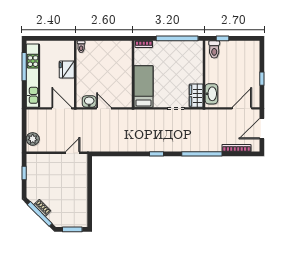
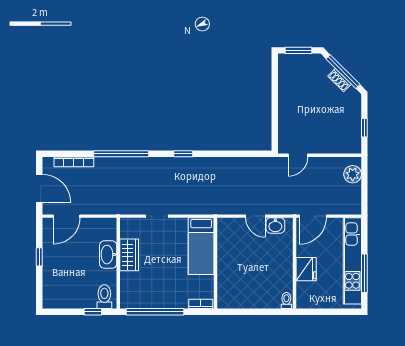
washbasin: (211, 94) -> (108, 255), moved
wardrobe: (196, 96) -> (129, 255), moved
door: (62, 108) -> (313, 216), hinge flipped
door: (262, 129) -> (39, 188), hinge flipped

